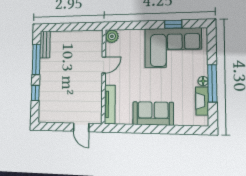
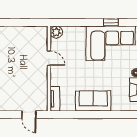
door: (104, 65) -> (49, 58), hinge flipped
tv unit: (110, 104) -> (55, 99), width x0.71

